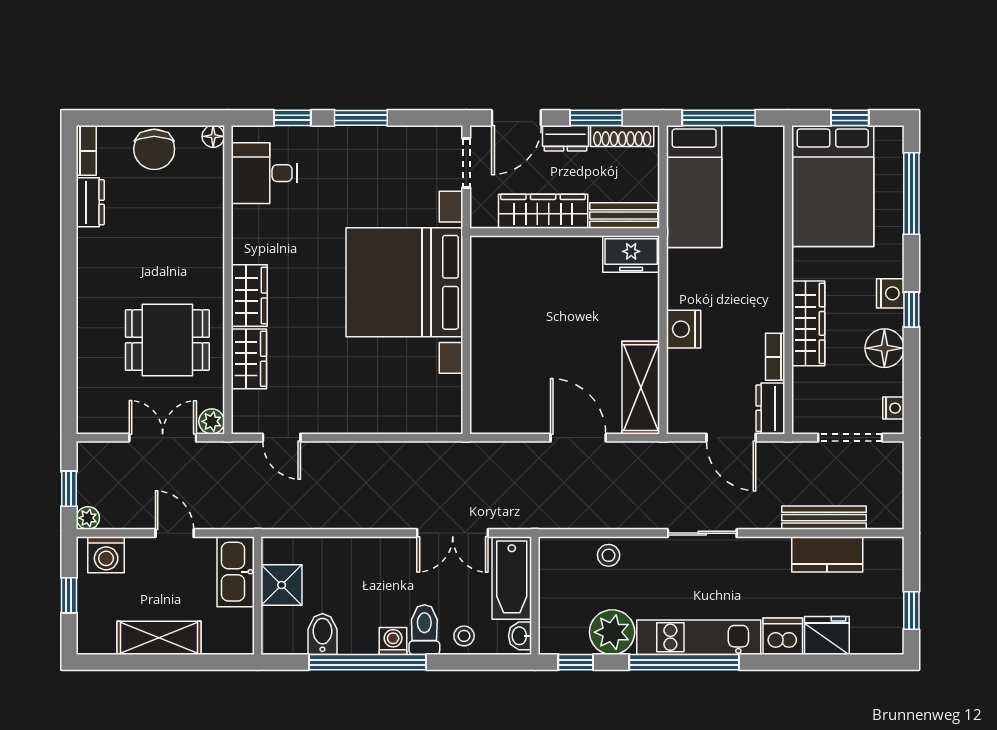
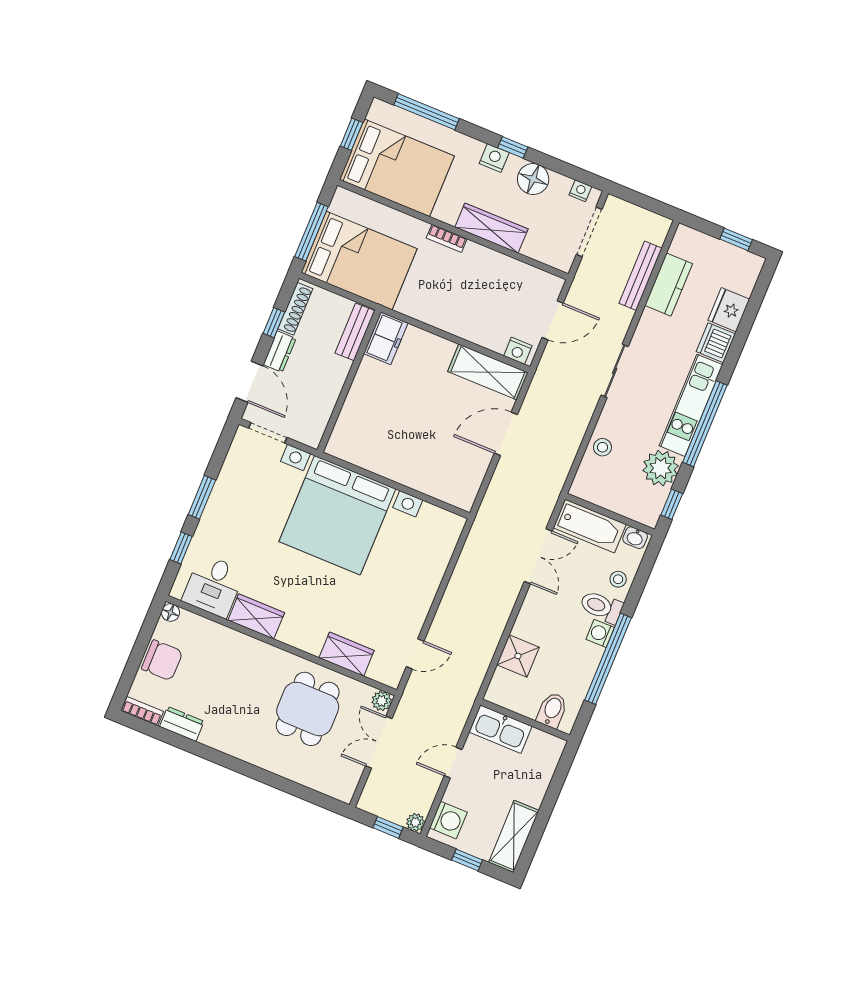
window: (596, 118) -> (274, 323), width x0.67
bed: (694, 187) -> (359, 261), width x1.50
wardrobe: (543, 211) -> (327, 391), removed
wardrobe: (249, 296) -> (256, 616), moved
nightstand: (684, 329) -> (518, 351), moved, width x0.74, depth x0.75
bookcase: (775, 357) -> (447, 238), moved
dresser: (770, 408) -> (543, 282), removed
shower: (282, 585) -> (518, 656), moved
bidet: (322, 634) -> (552, 710), moved, turned 90
shelving: (159, 638) -> (514, 836), moved

